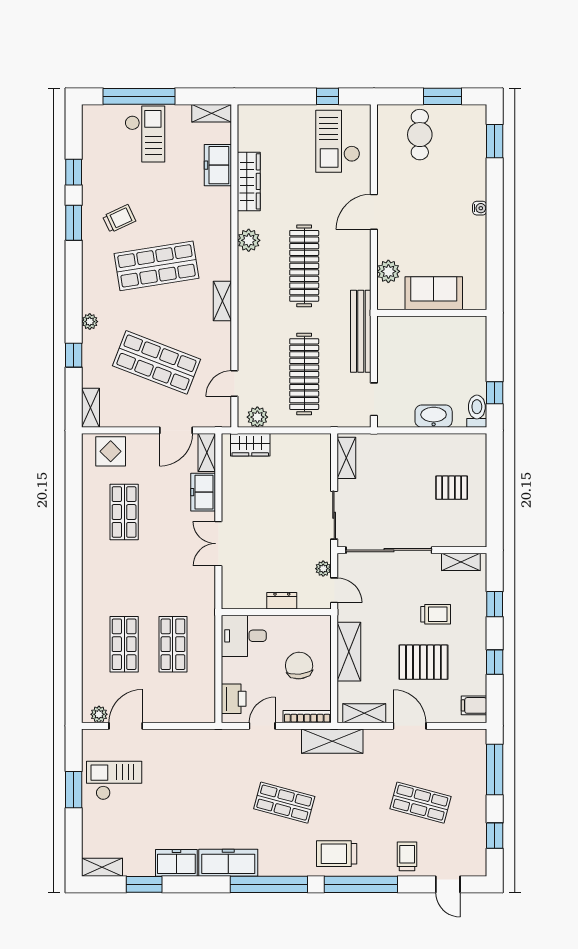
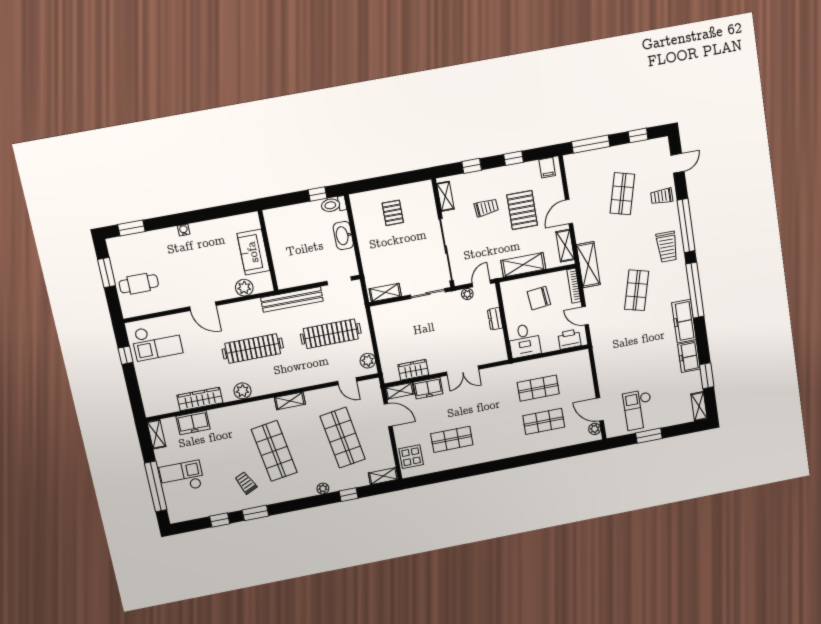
shop shelf: (156, 362) -> (343, 438), turned -30
wardrobe: (250, 445) -> (413, 370), moved, turned -90
trolley: (436, 614) -> (486, 208), turned 85

